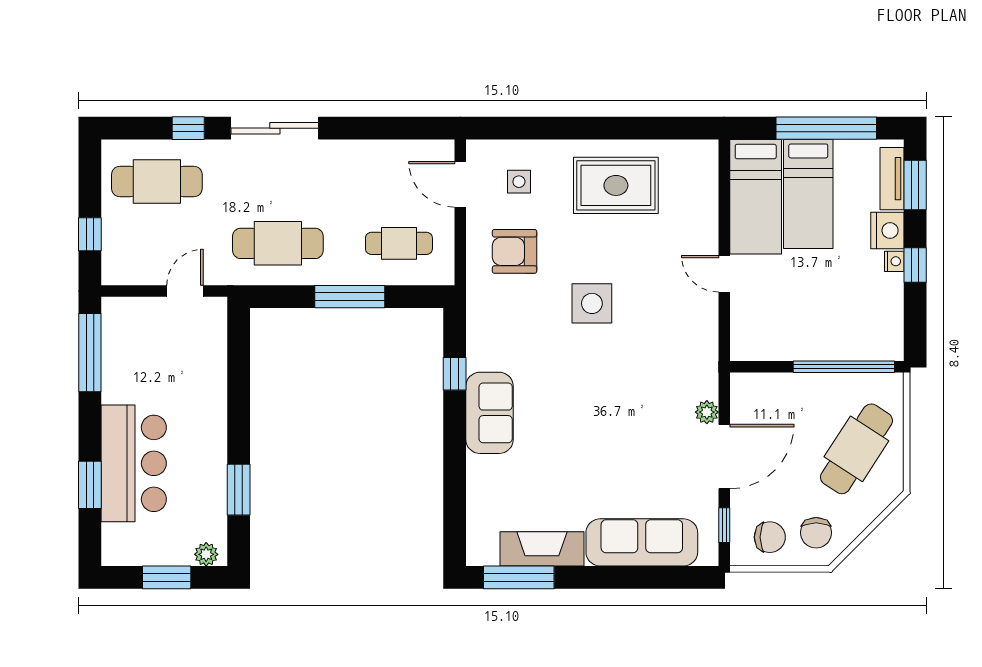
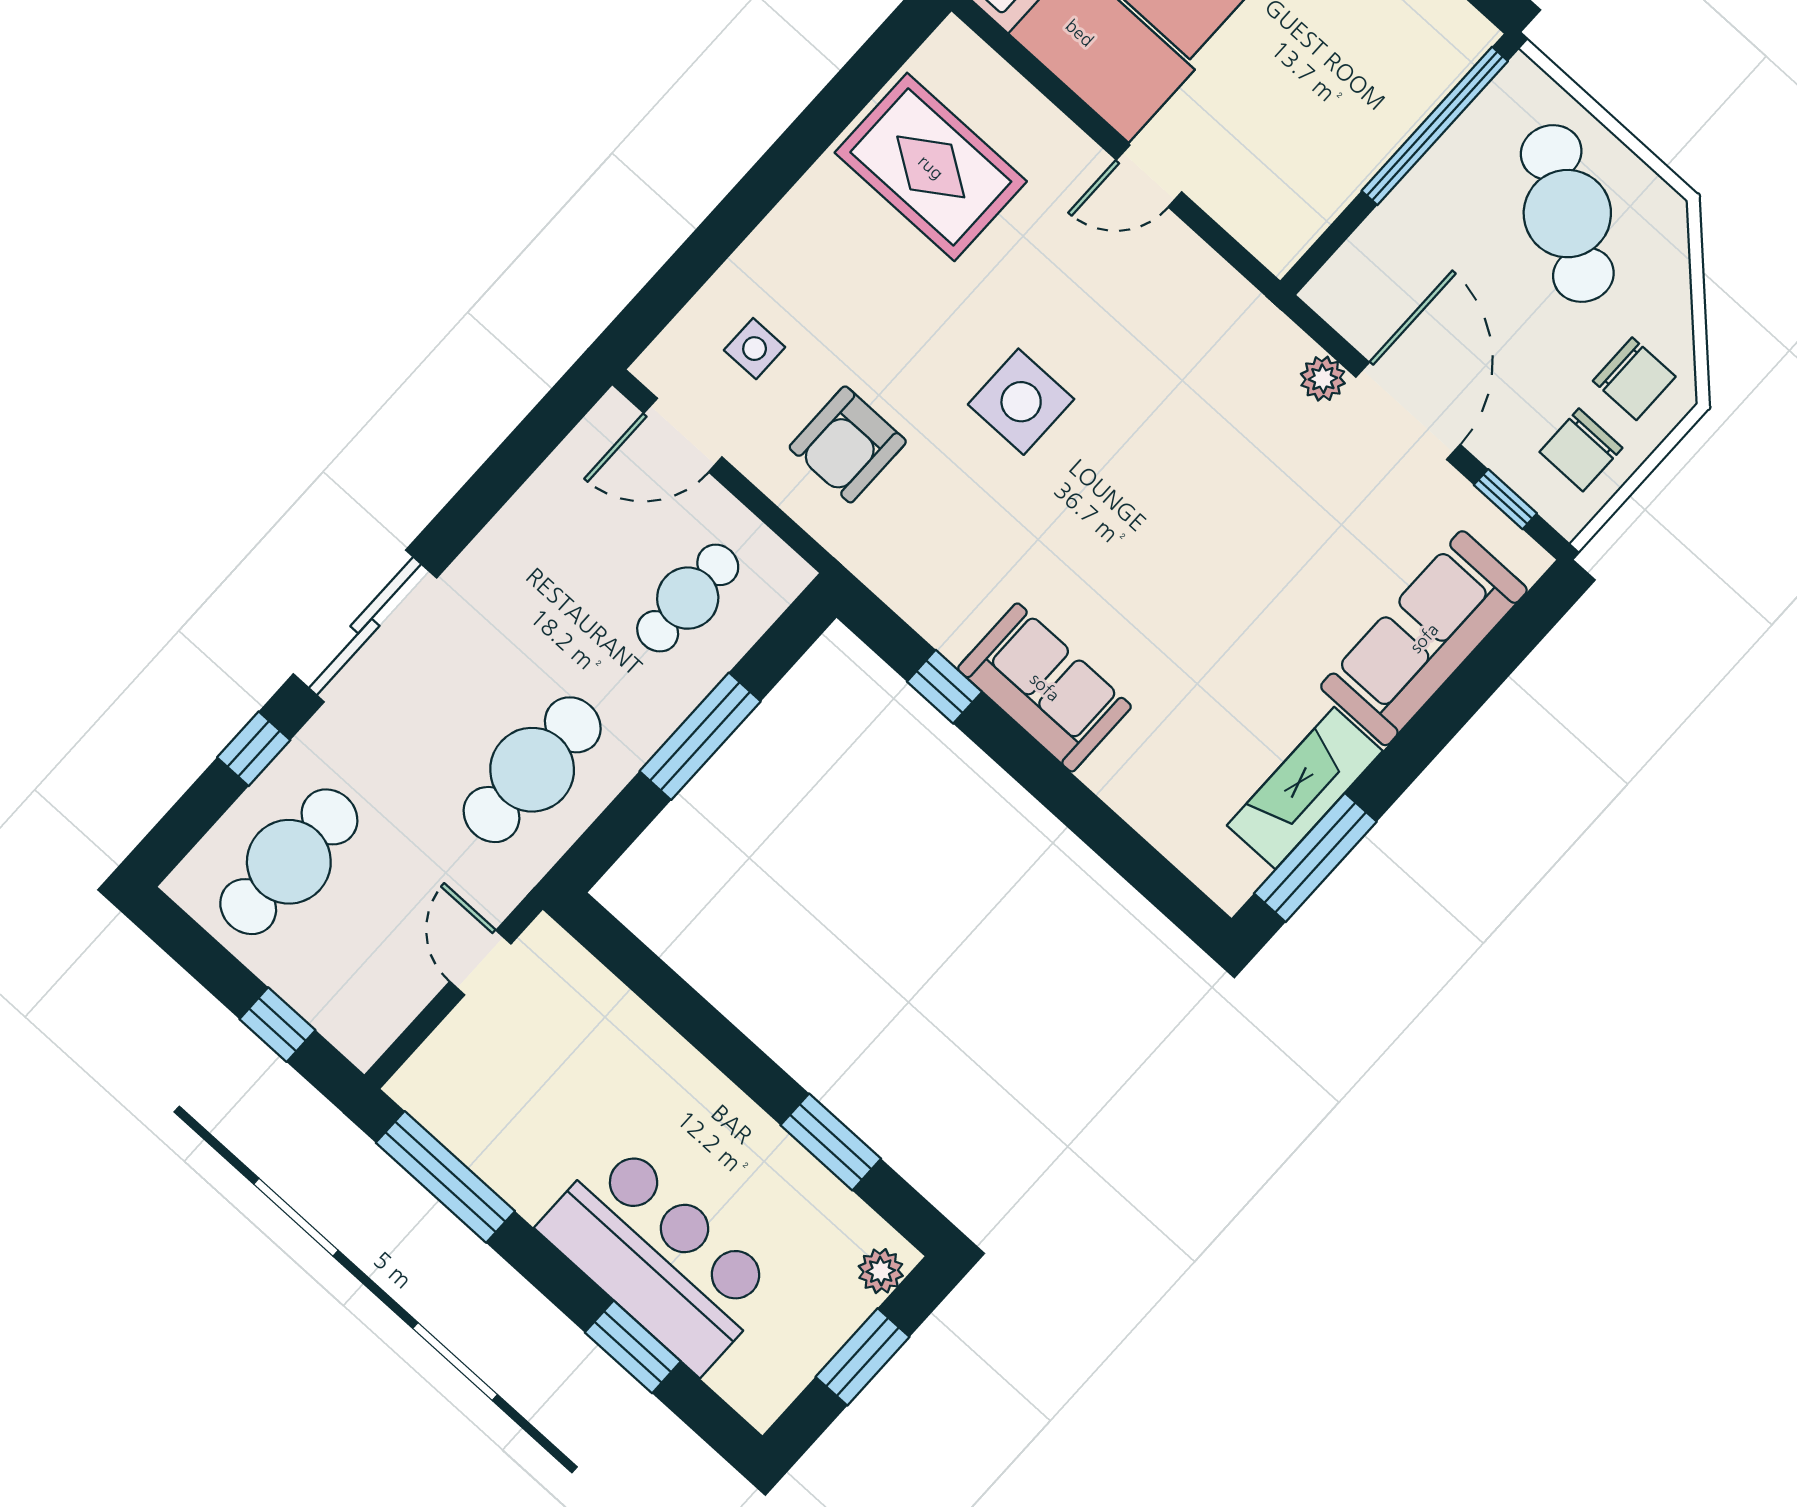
rug: (616, 185) -> (931, 167), moved, turned 90
chair: (770, 537) -> (1581, 450), turned 180

